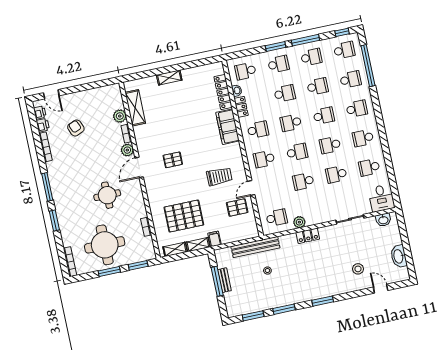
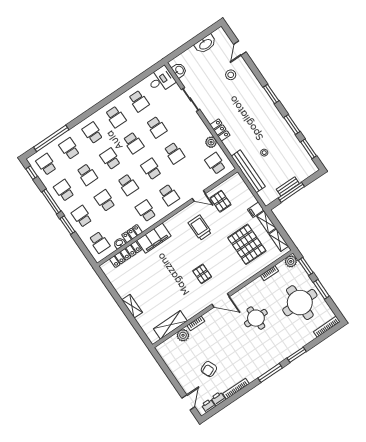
school desk: (318, 86) -> (87, 175), turned 180
plant: (127, 150) -> (291, 261), moved

